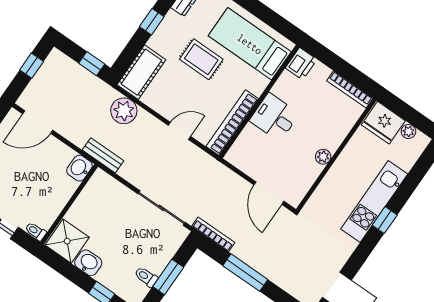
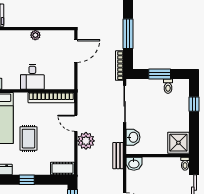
cot: (141, 72) -> (63, 168), width x0.73, depth x0.75
plant: (124, 111) -> (86, 141), moved
washbasin: (88, 263) -> (133, 137), moved, turned 180

